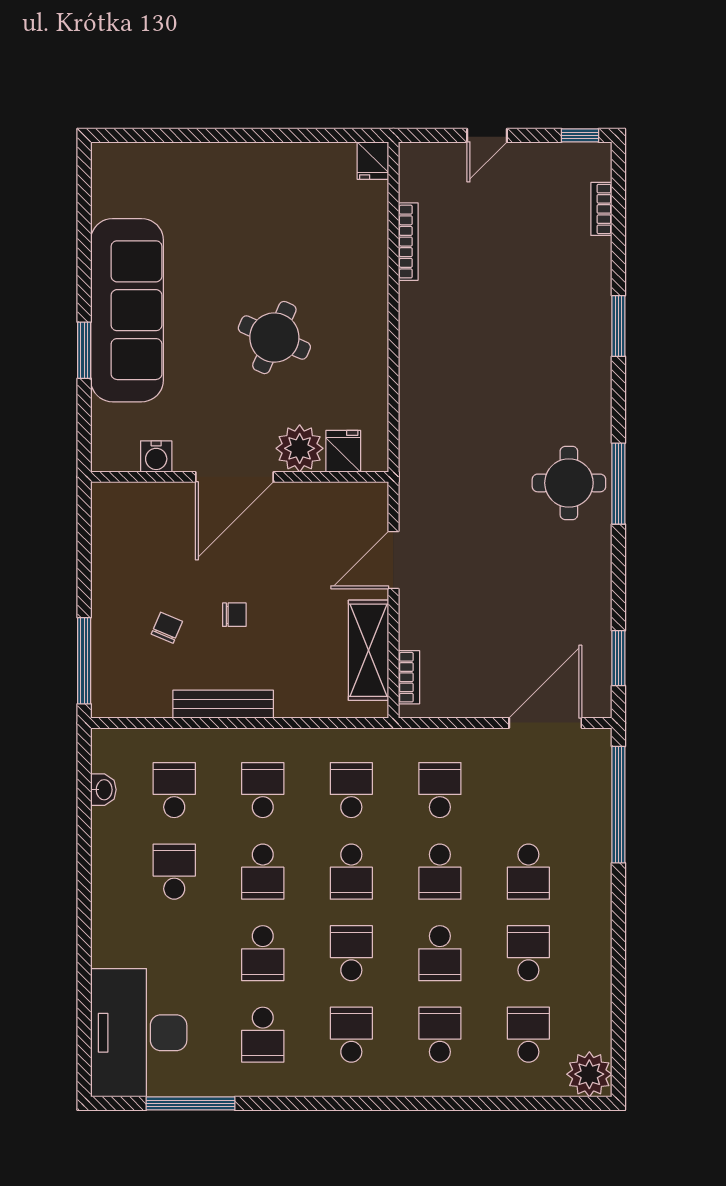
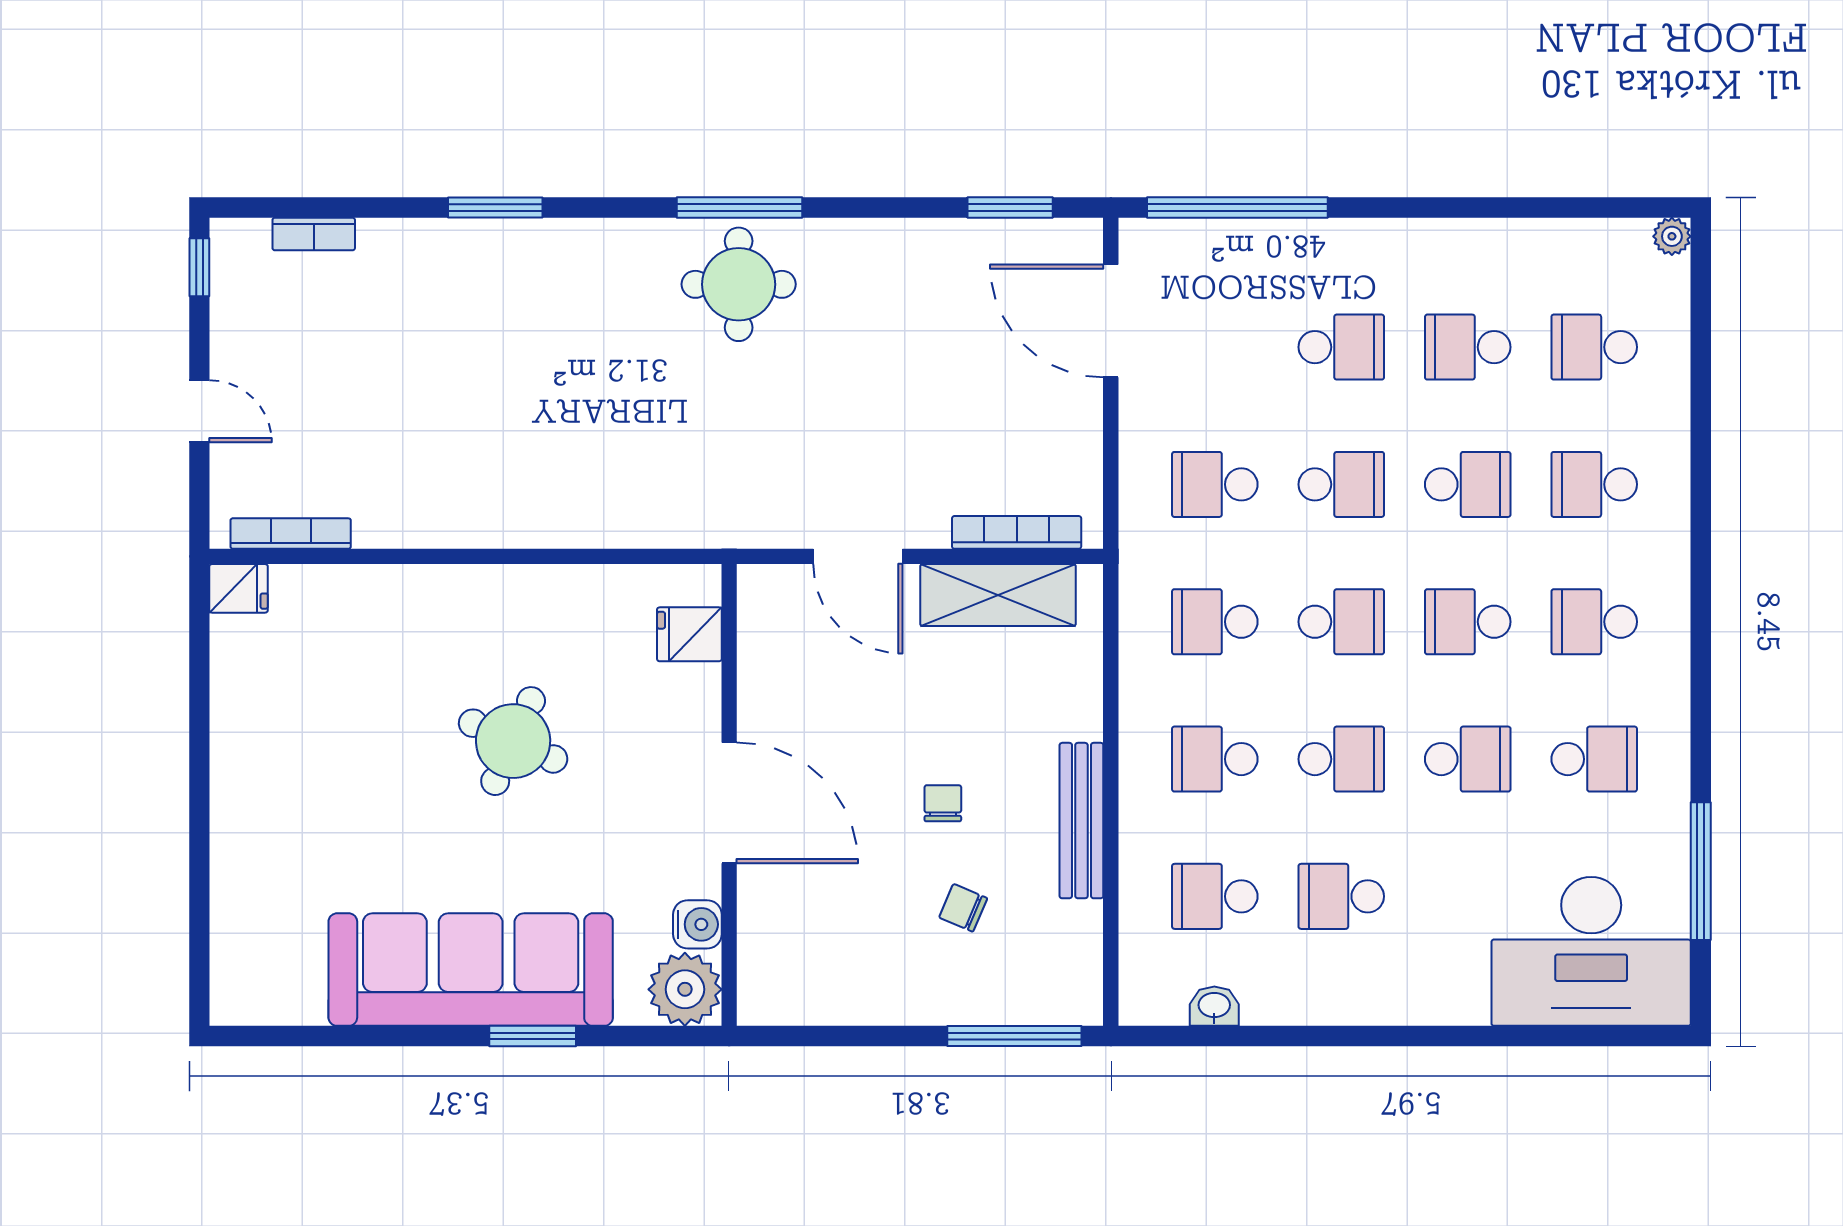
bookcase: (408, 242) -> (291, 534), moved
plant: (300, 448) -> (685, 989), moved
bookcase: (409, 677) -> (1017, 532), width x1.56
plant: (589, 1074) -> (1672, 236), width x0.53, depth x0.53

